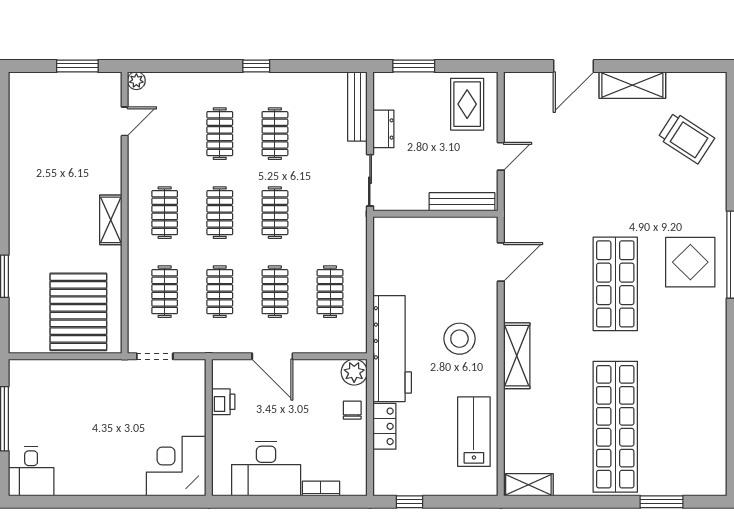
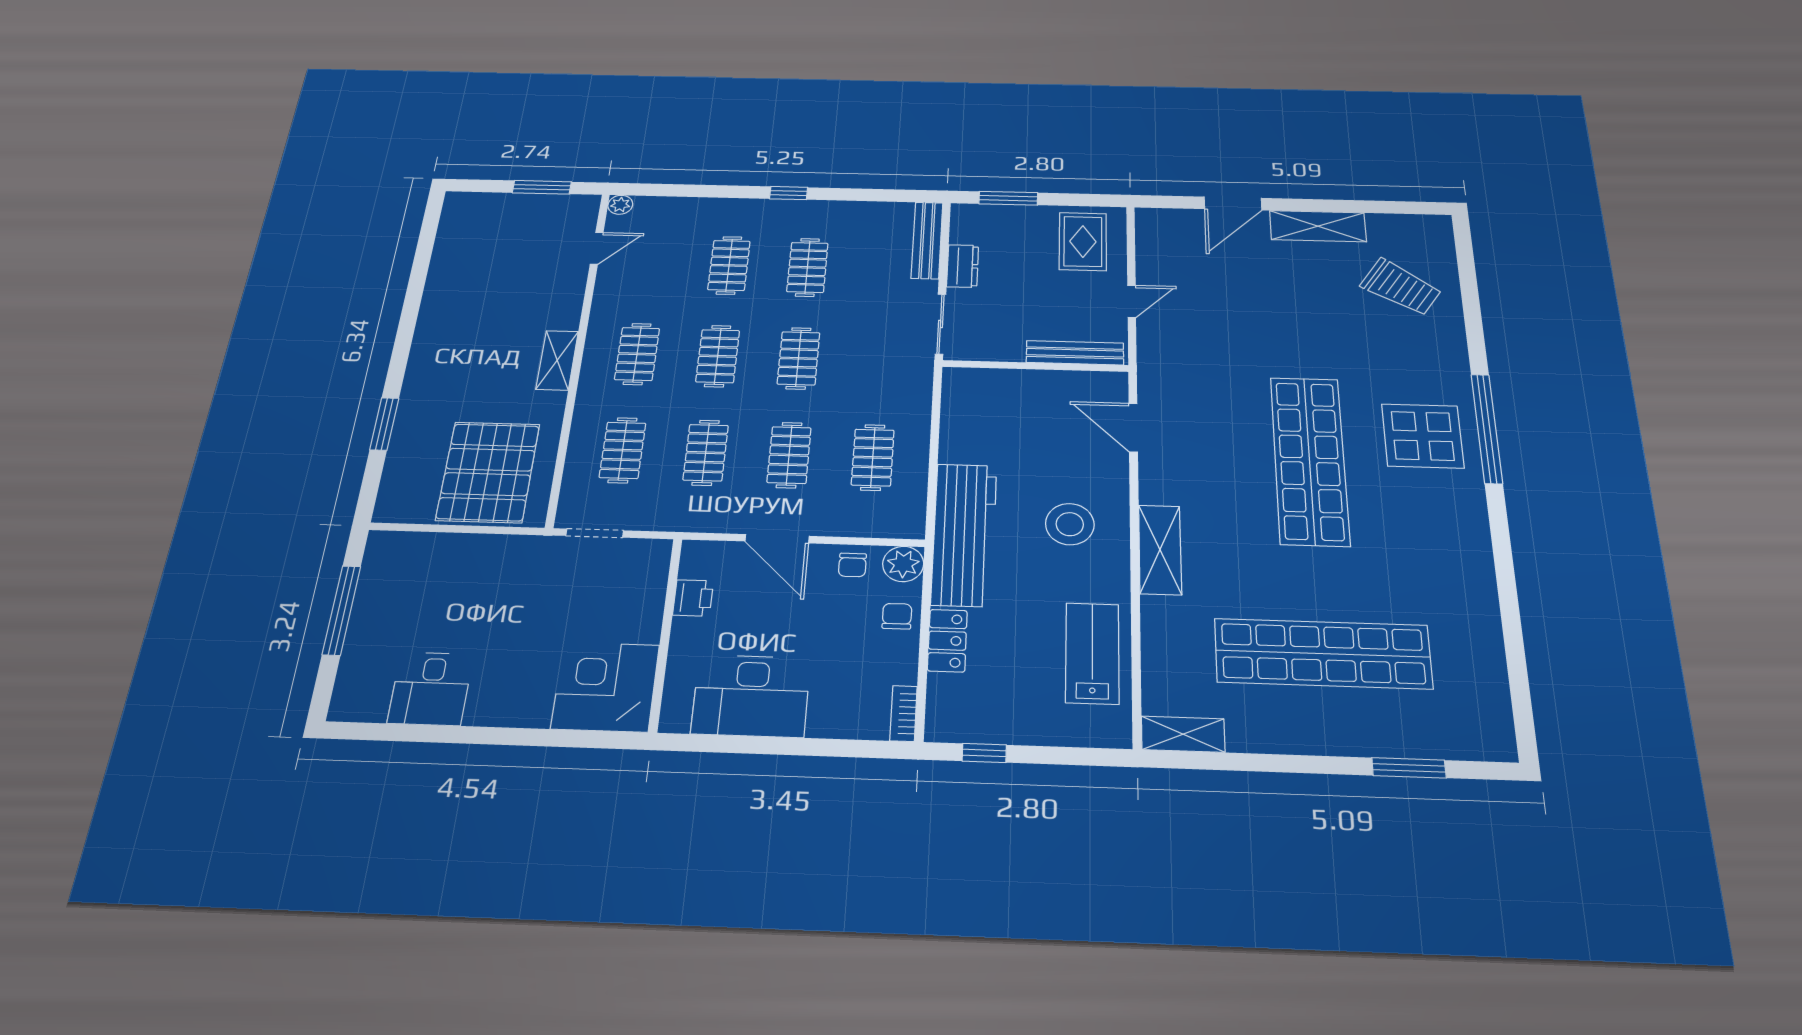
door: (501, 262) -> (1133, 428), swing flipped
shop shelf: (615, 284) -> (1310, 460), width x1.40
chair: (322, 374) -> (852, 565), added
shop shelf: (615, 427) -> (1323, 654), turned 90
desk: (31, 471) -> (431, 689), moved
bookcase: (321, 489) -> (904, 713), moved, turned -90

